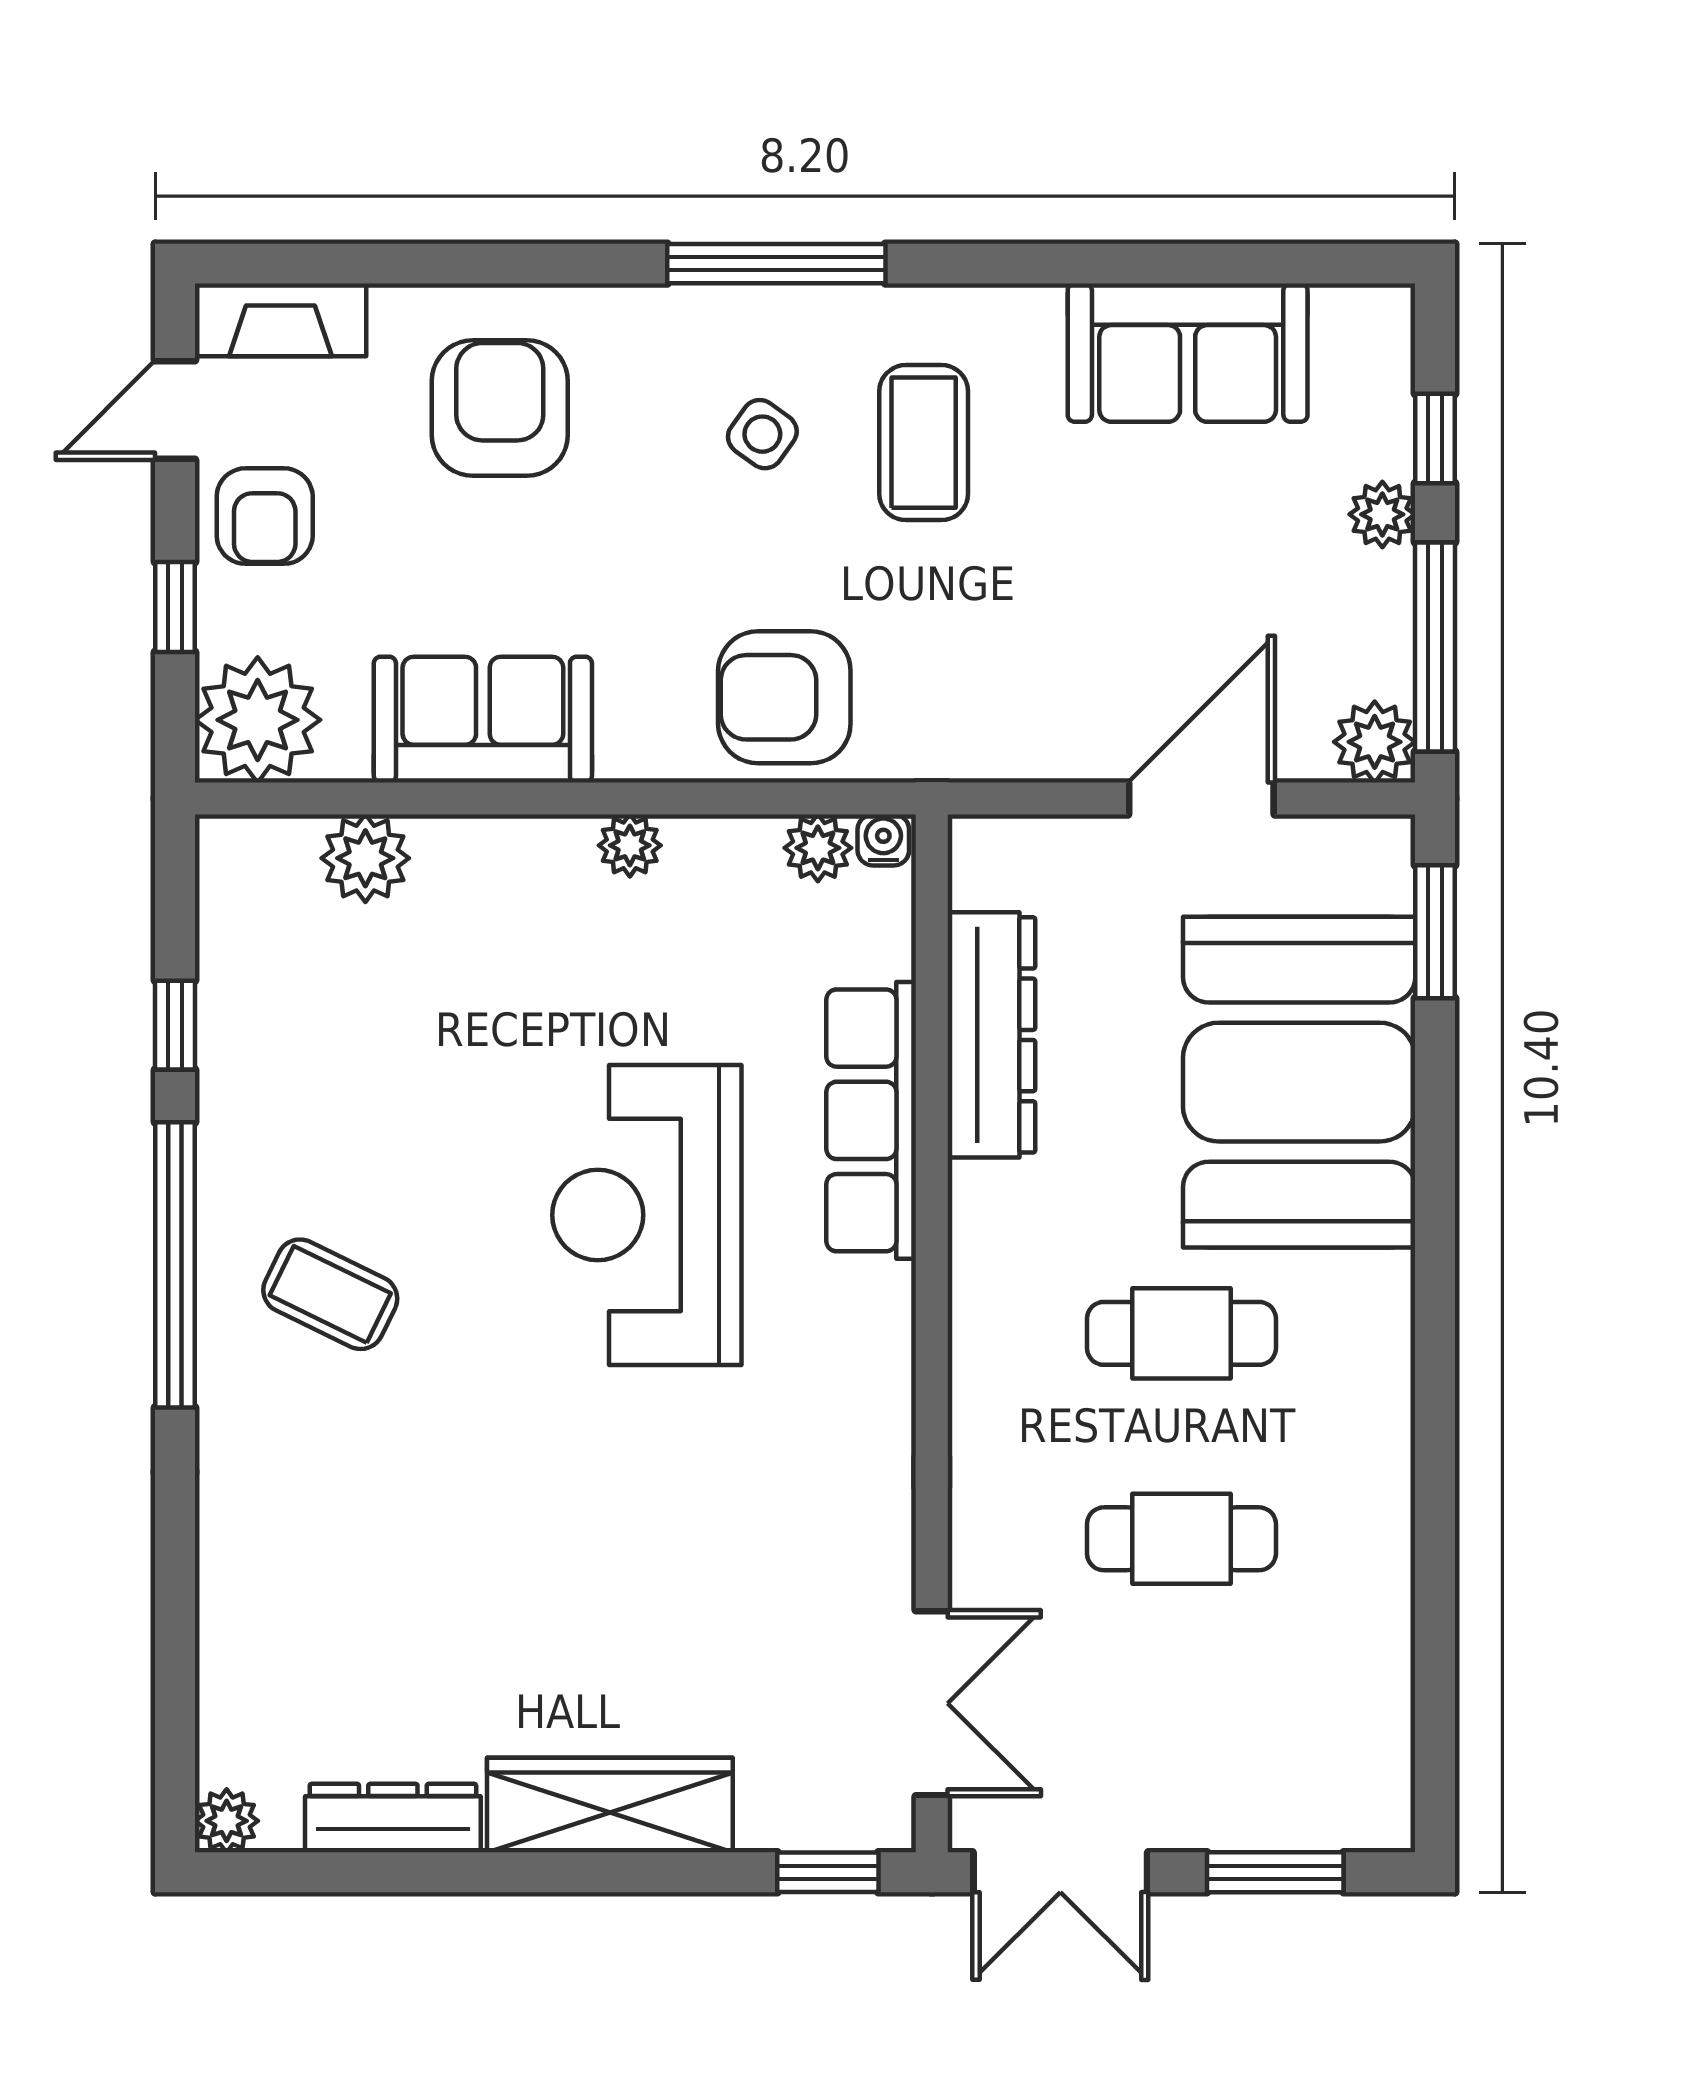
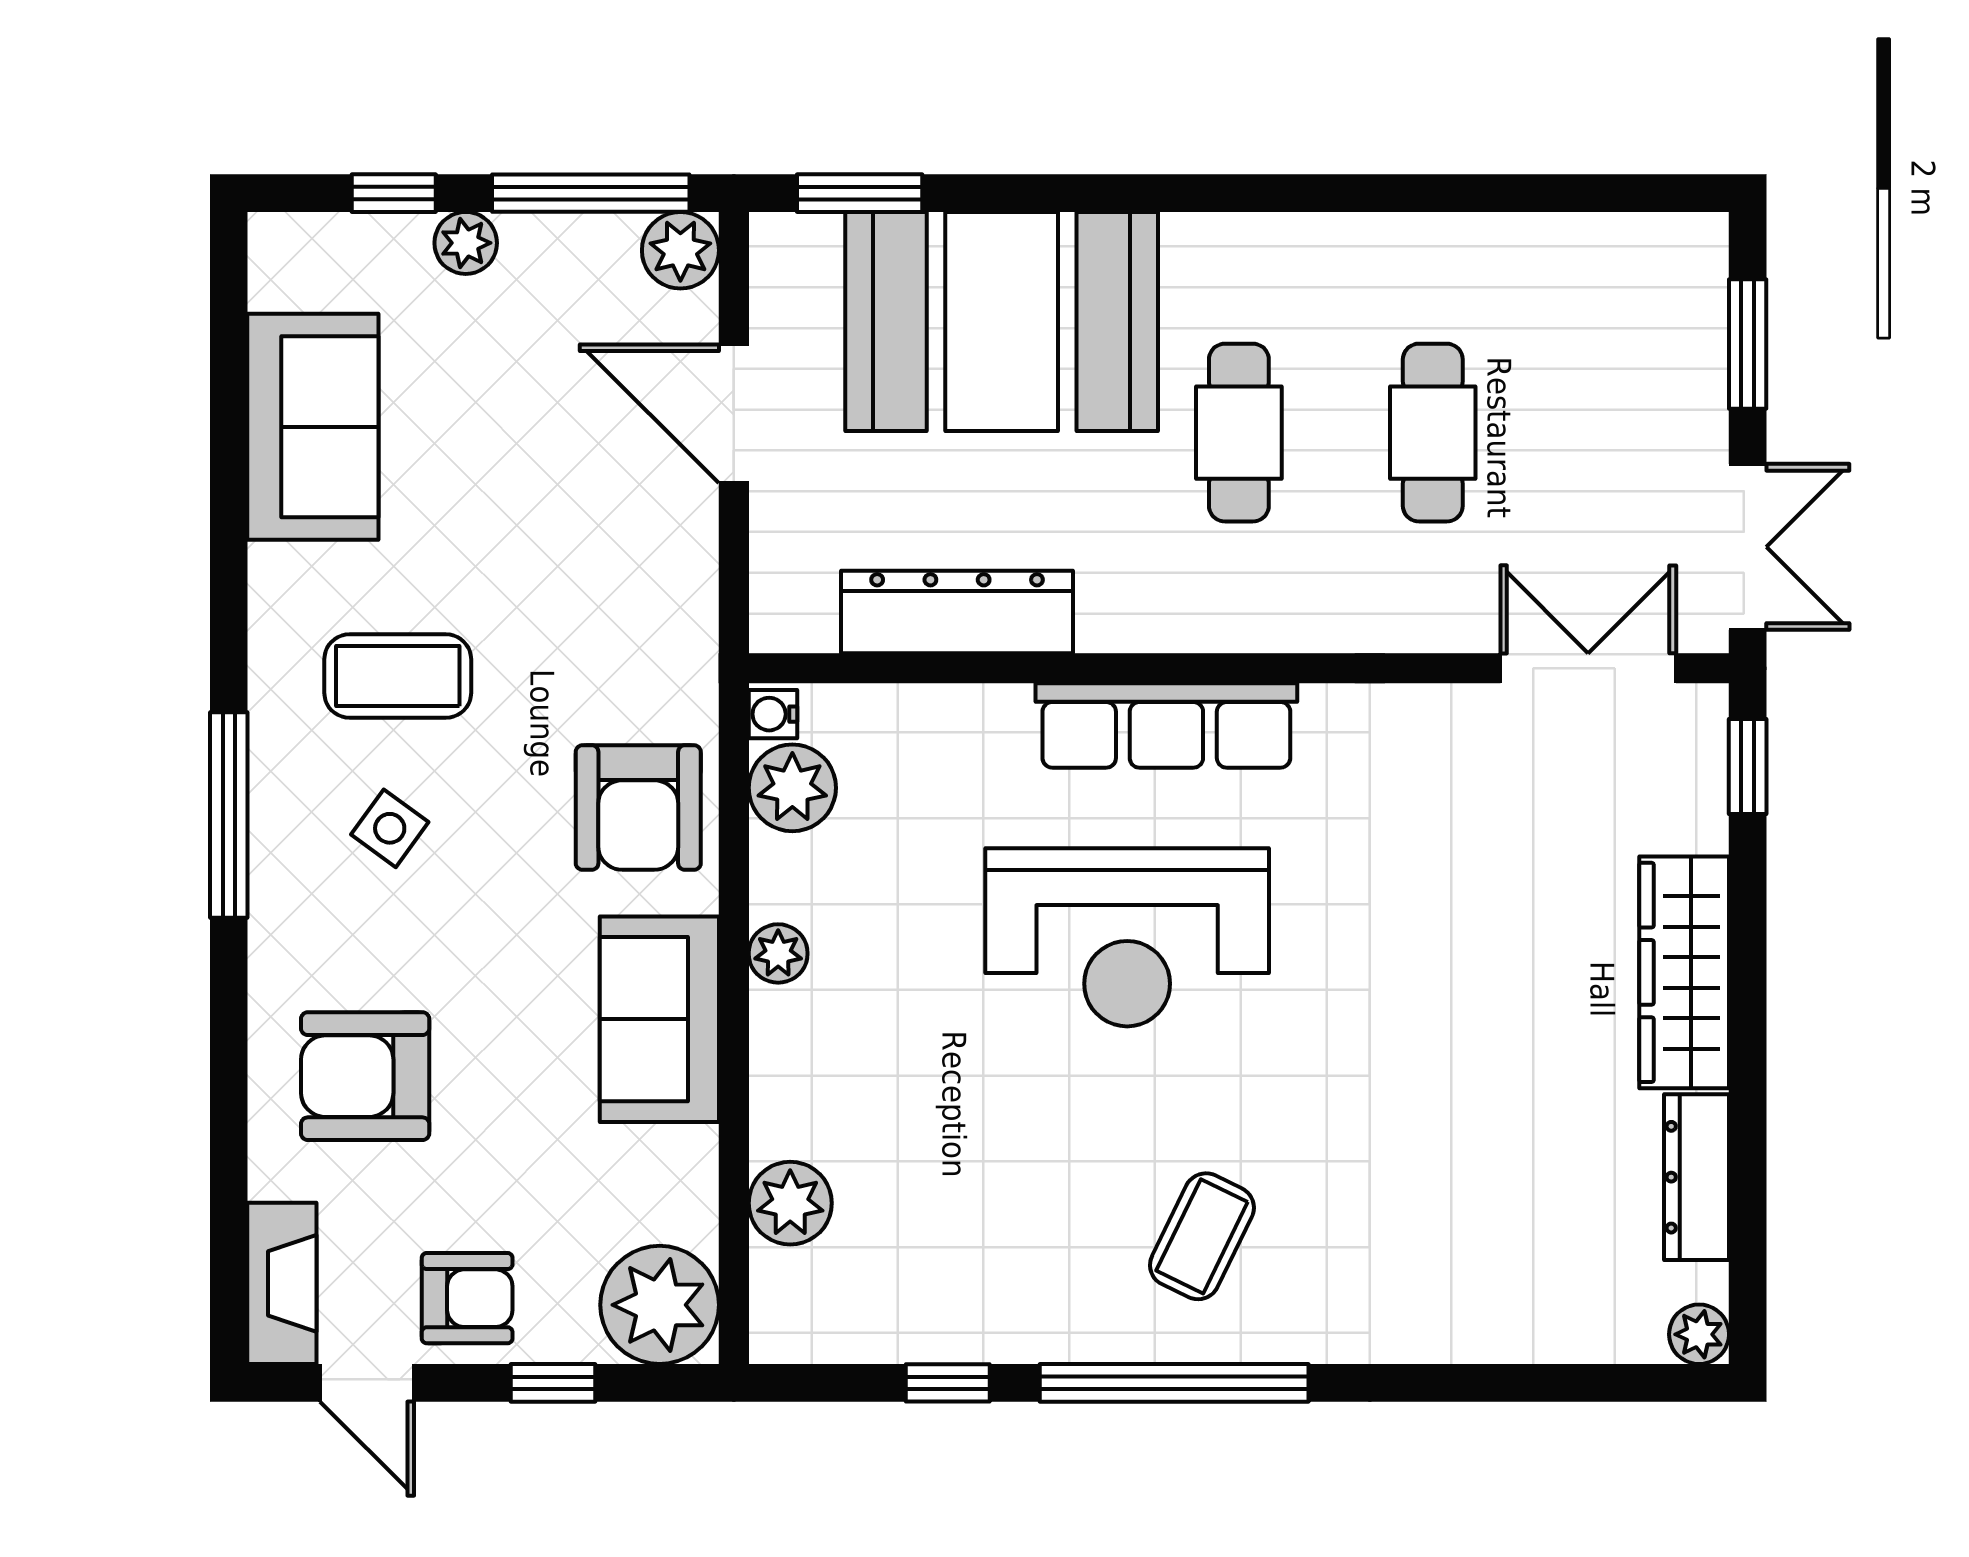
sofa: (483, 720) -> (659, 1019), moved
plant: (818, 848) -> (792, 788), width x1.38, depth x1.38
row of seats: (871, 1120) -> (1166, 726), moved

